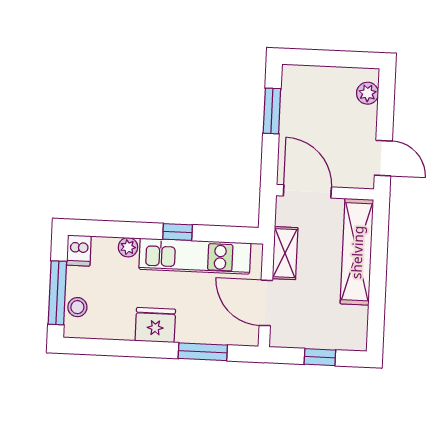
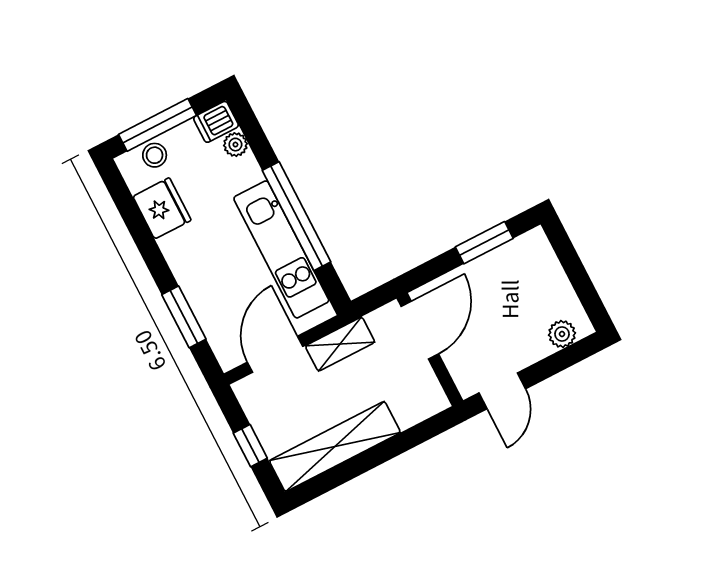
window: (178, 232) -> (297, 216), width x3.17
plant: (128, 247) -> (235, 145), moved
shelving: (357, 252) -> (335, 447), moved
fridge: (155, 325) -> (162, 208), moved

